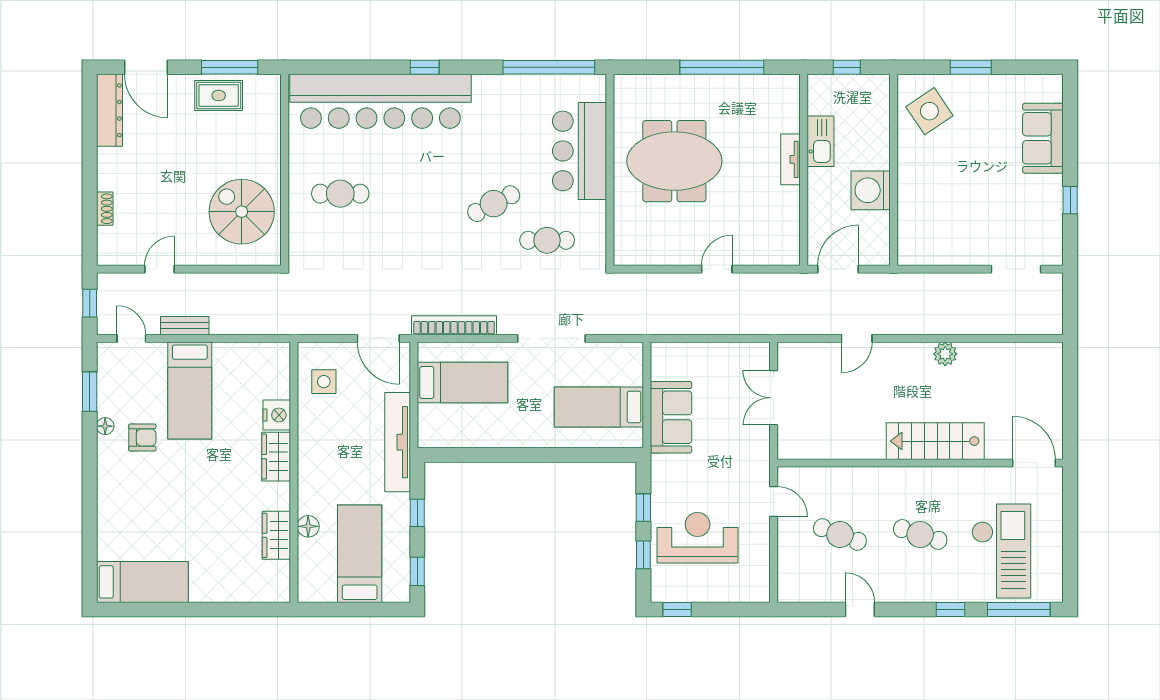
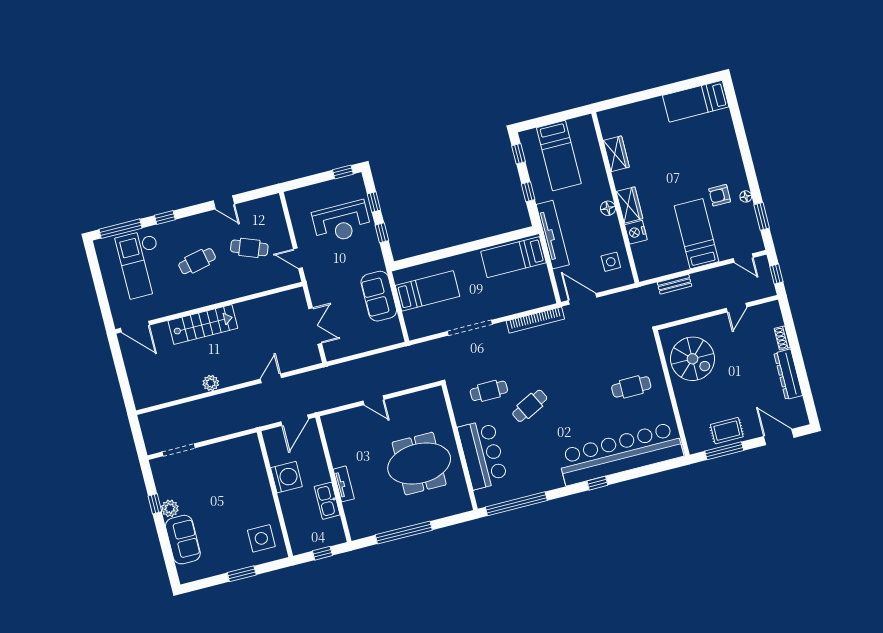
dresser: (109, 110) -> (788, 374), moved
side table: (929, 111) -> (261, 538), turned 34
plant: (1050, 188) -> (170, 508), added
door: (717, 269) -> (374, 400), hinge flipped
bench: (185, 326) -> (674, 284), moved
bed: (462, 383) -> (513, 257), moved
floor lamp: (308, 526) -> (608, 208), moved
cafe table: (920, 535) -> (197, 261), turned -30

